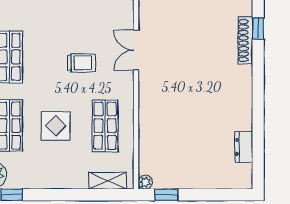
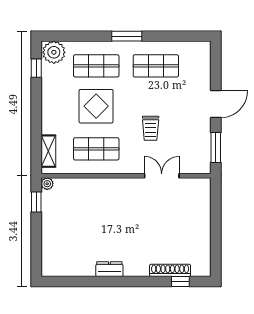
display table: (56, 126) -> (96, 106), width x1.36, depth x1.36
dresser: (244, 147) -> (109, 269), moved

